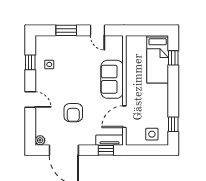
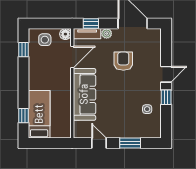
window: (30, 62) -> (166, 97), moved
sofa: (112, 79) -> (84, 94), width x1.36
door: (30, 100) -> (166, 74), swing flipped
plant: (40, 140) -> (107, 33), moved
floor lamp: (131, 140) -> (65, 34), added

